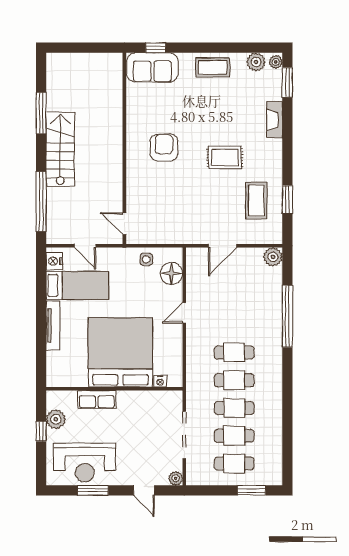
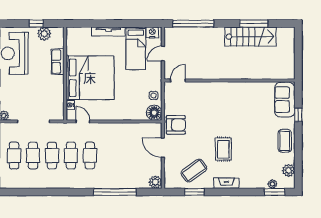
window: (156, 48) -> (298, 115), moved
plant: (276, 62) -> (272, 184), moved
fireplace: (275, 120) -> (226, 183), moved
armchair: (164, 148) -> (176, 125), moved
stairs: (60, 149) -> (250, 37), moved
coffee table: (256, 200) -> (194, 171), turned -36
floor lamp: (171, 273) -> (154, 113), moved
door: (184, 313) -> (83, 121), moved

